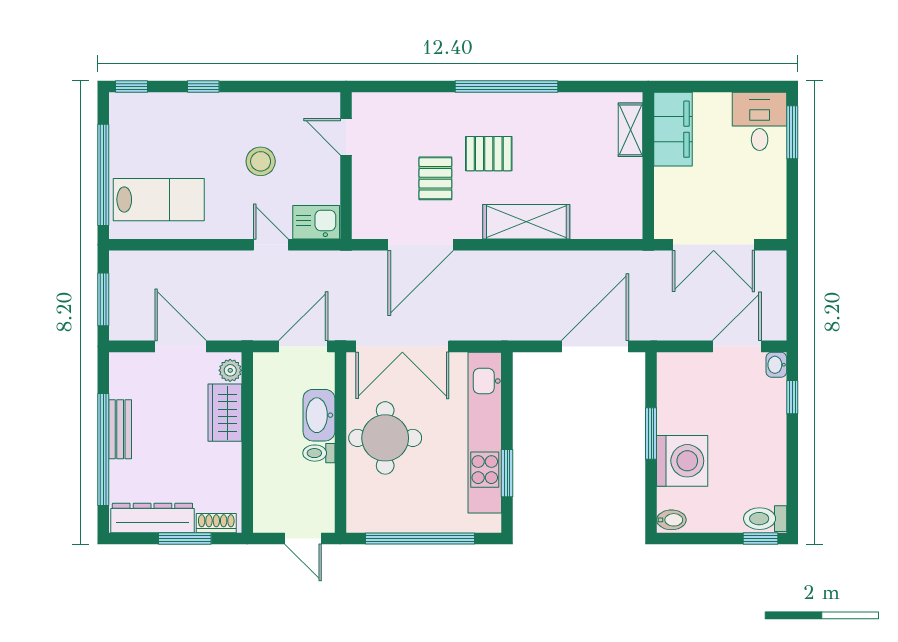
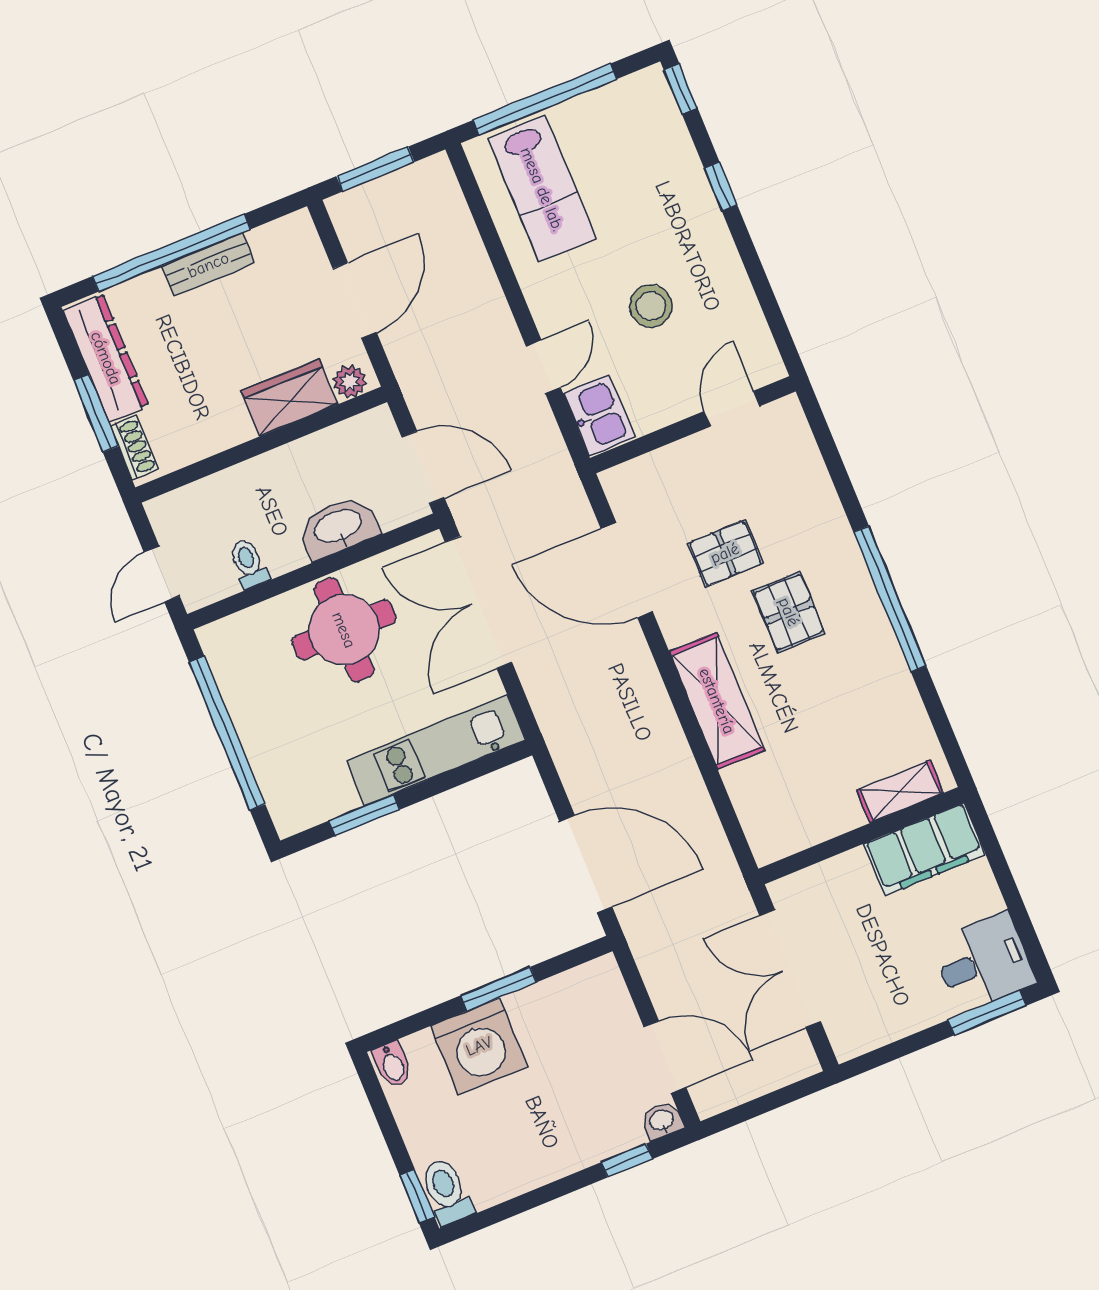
kitchen unit: (485, 433) -> (436, 750), width x0.73
toilet: (319, 453) -> (249, 564), moved

